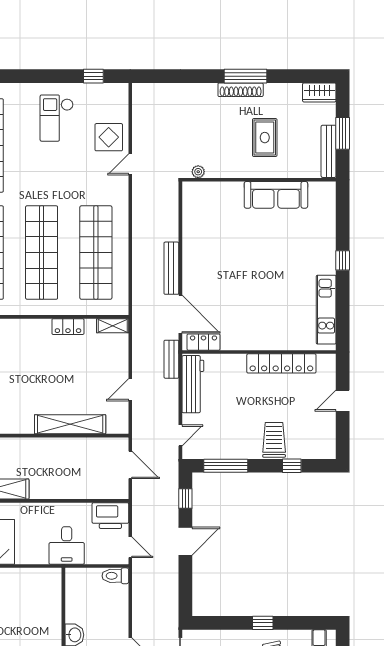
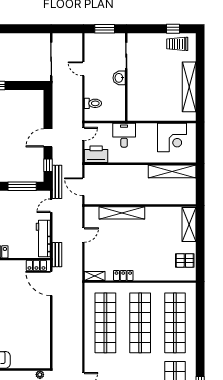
bench: (171, 268) -> (57, 182), moved
door: (130, 547) -> (83, 134), swing flipped
toilet: (115, 576) -> (93, 103), moved

